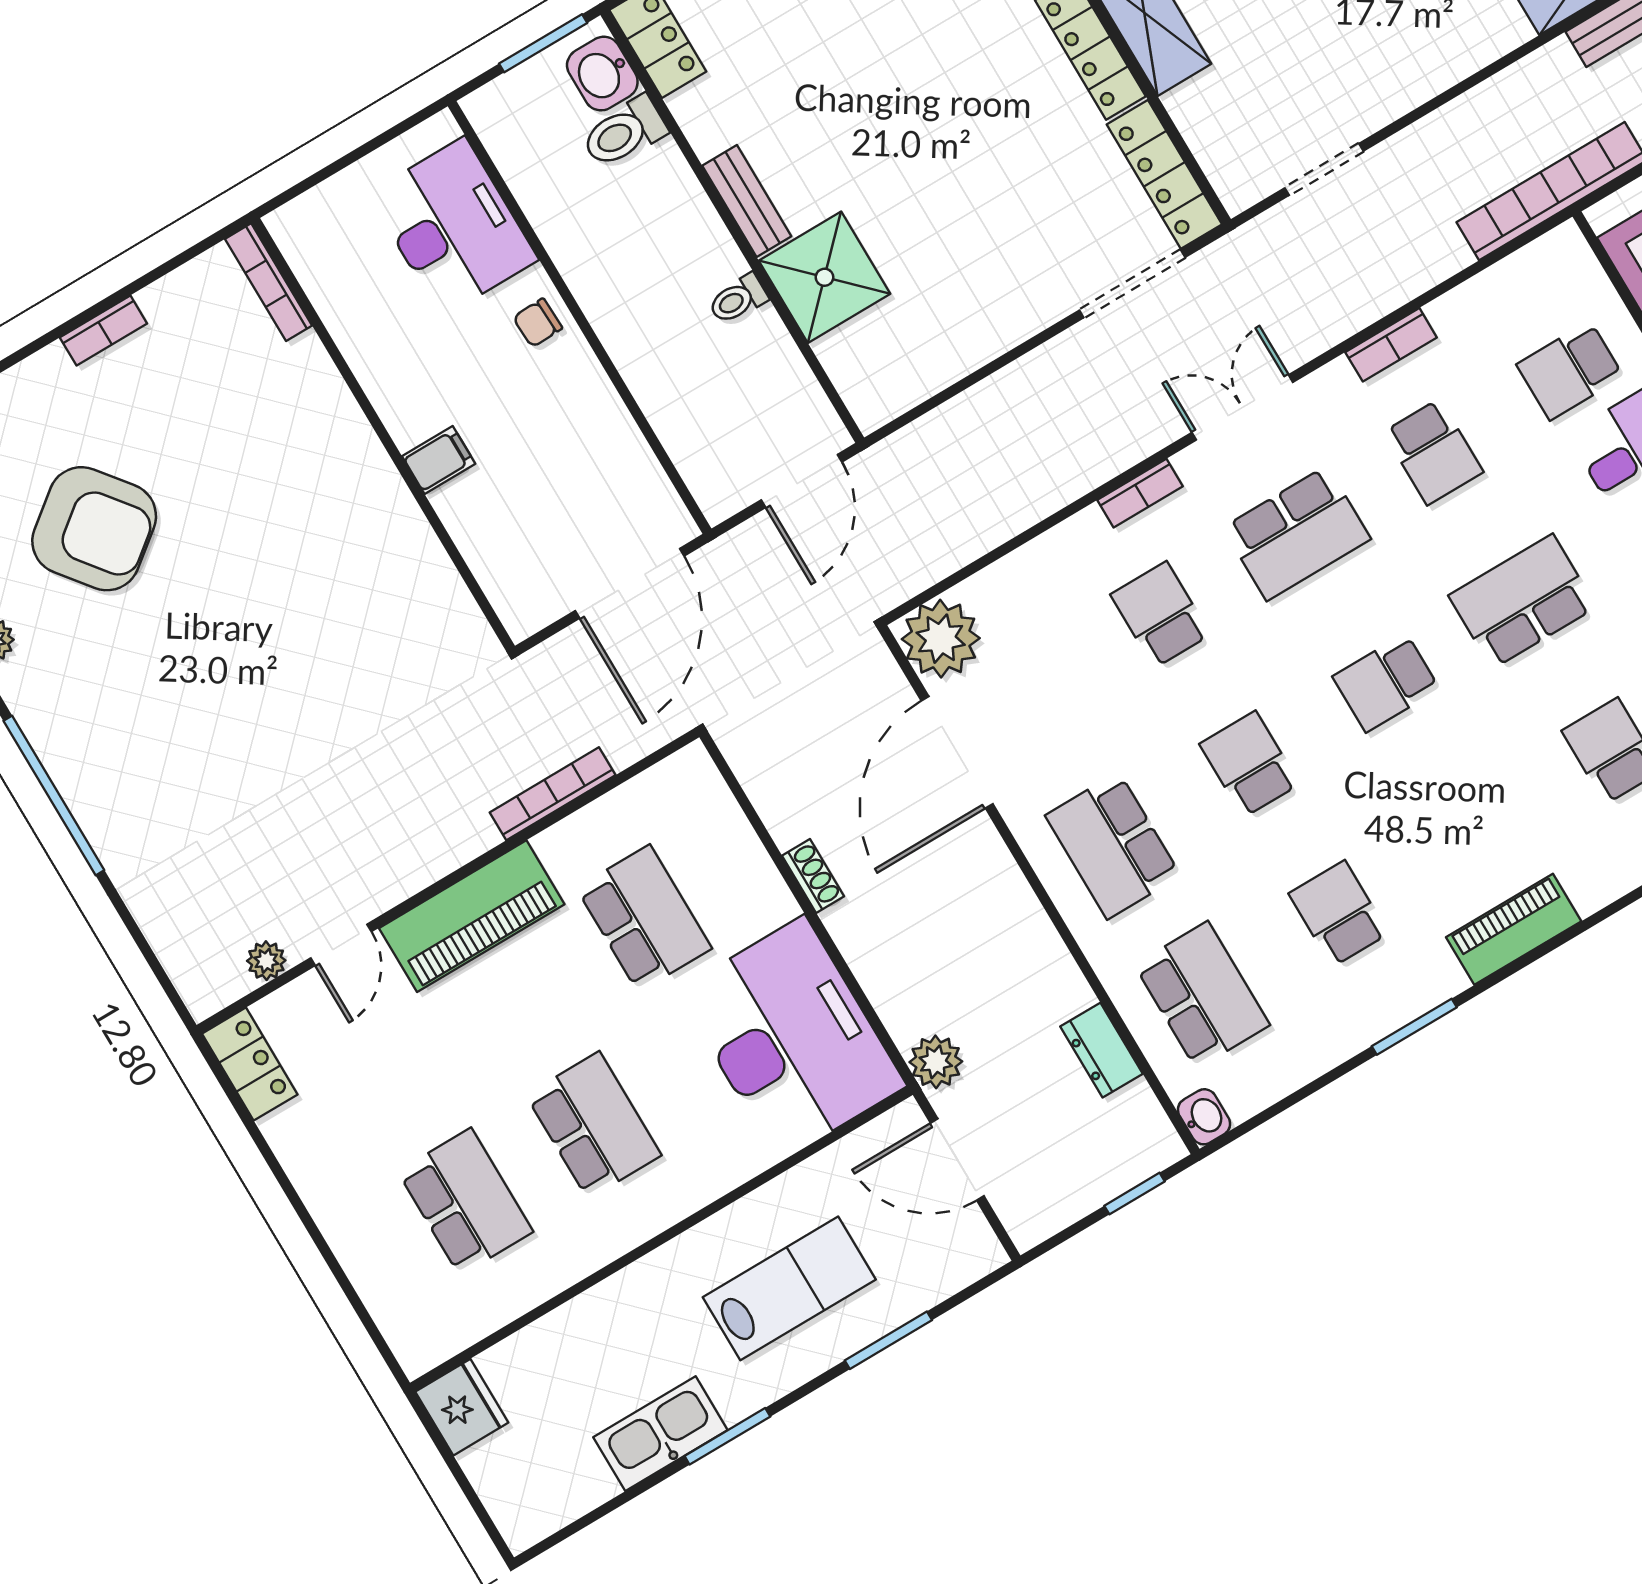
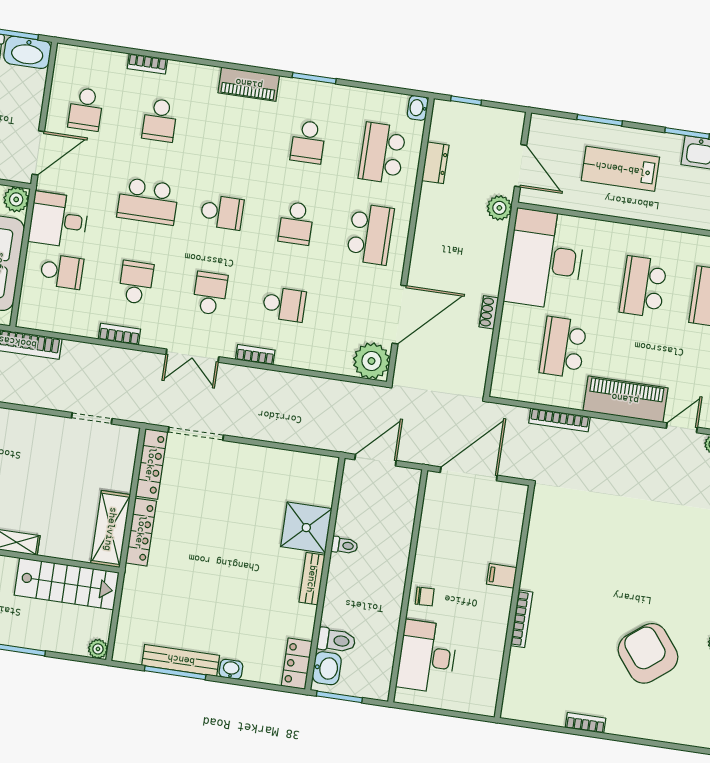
bookcase: (269, 282) -> (522, 619), moved
school desk: (1297, 533) -> (210, 293), width x0.54
school desk: (1160, 615) -> (284, 304), turned -90

